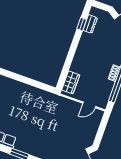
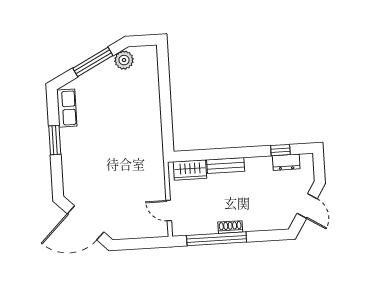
bench: (77, 60) -> (226, 166), added

